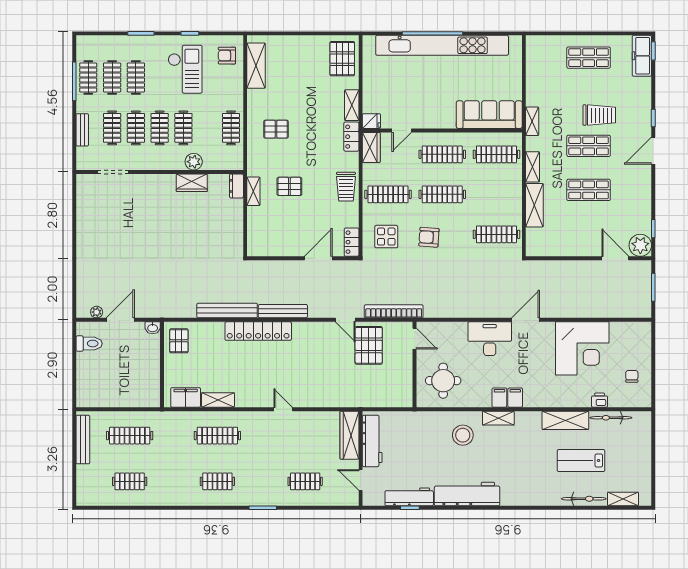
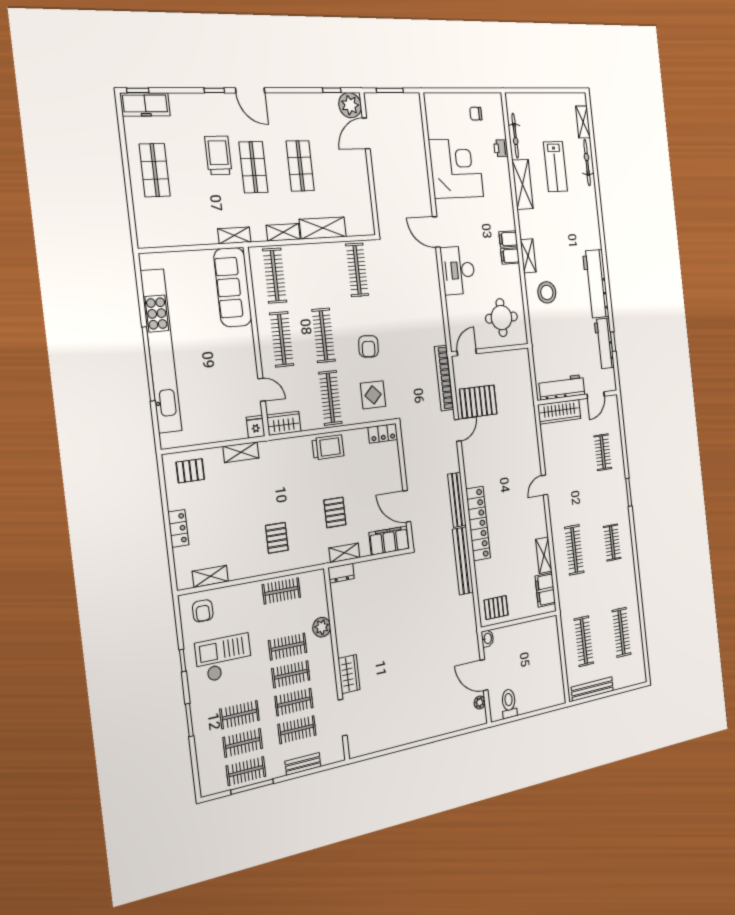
pallet: (342, 59) -> (190, 471), width x0.67, depth x0.71
shelving: (256, 66) -> (210, 576), width x0.67, depth x0.75
locker: (351, 137) -> (178, 528), moved, turned -90
wardrobe: (192, 183) -> (349, 674), moved
filing cabinet: (257, 237) -> (389, 540), added
door: (318, 258) -> (407, 506), moved
clothes rail: (130, 481) -> (622, 632), width x1.36

